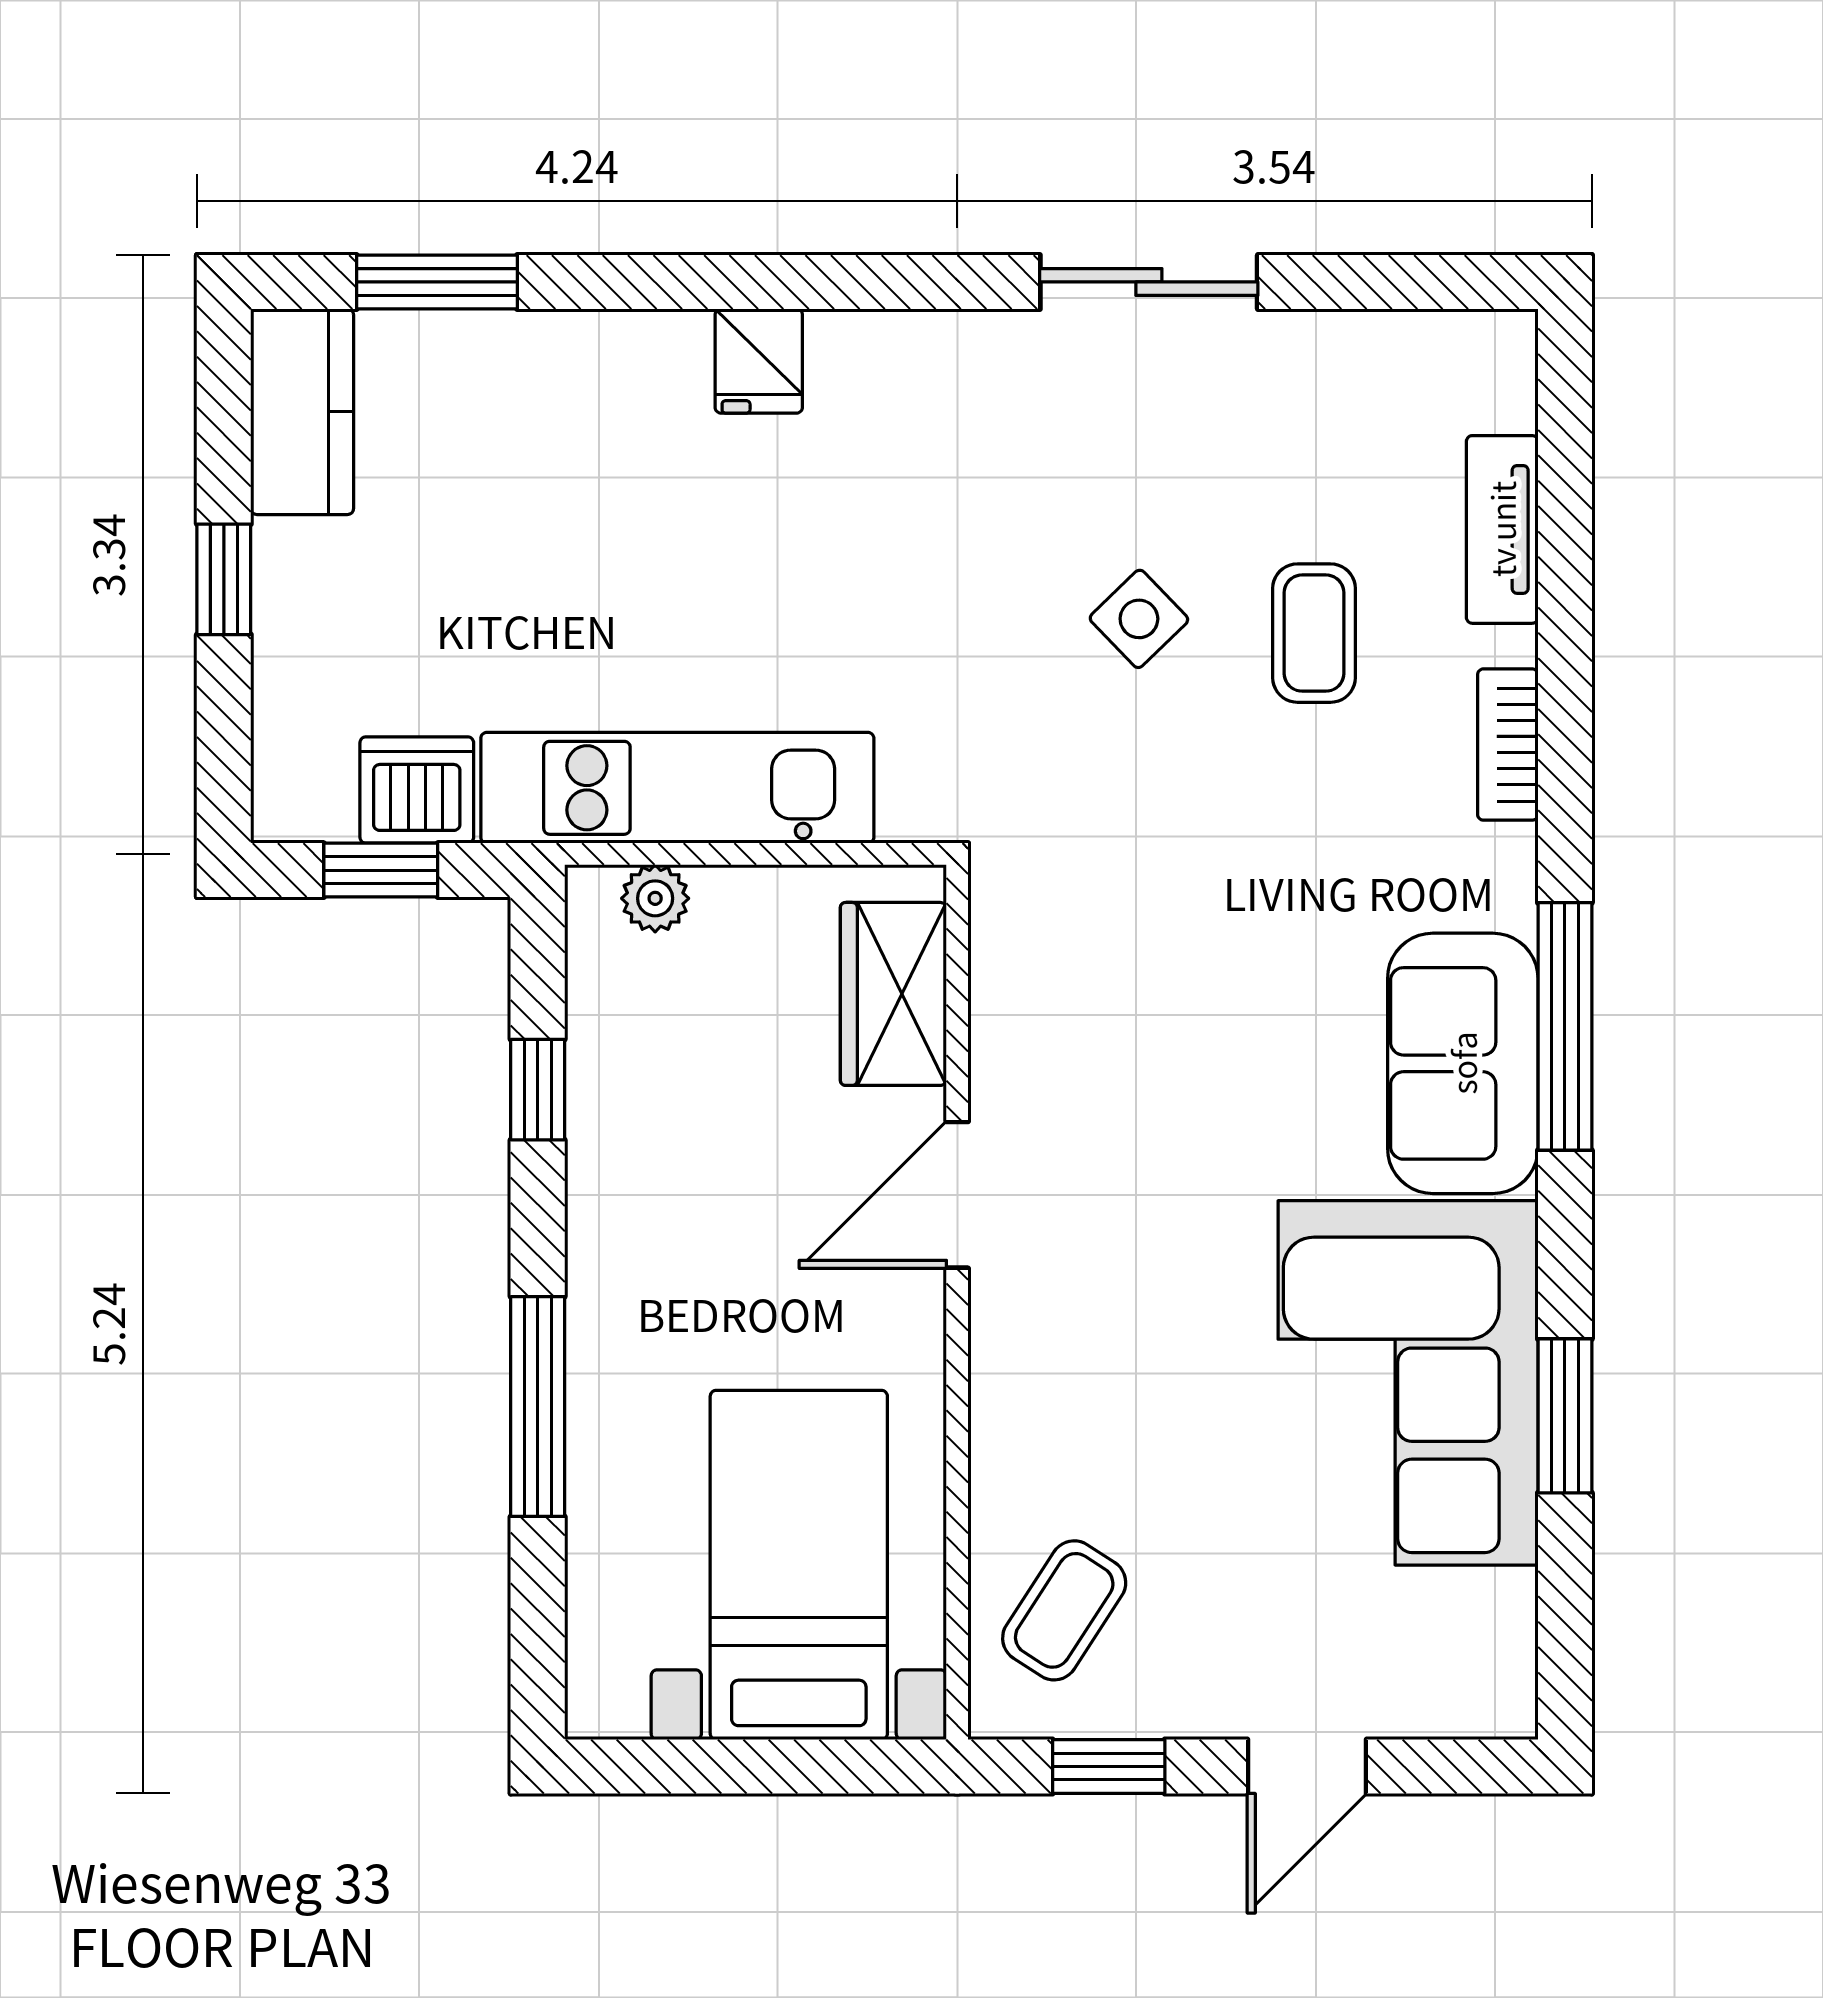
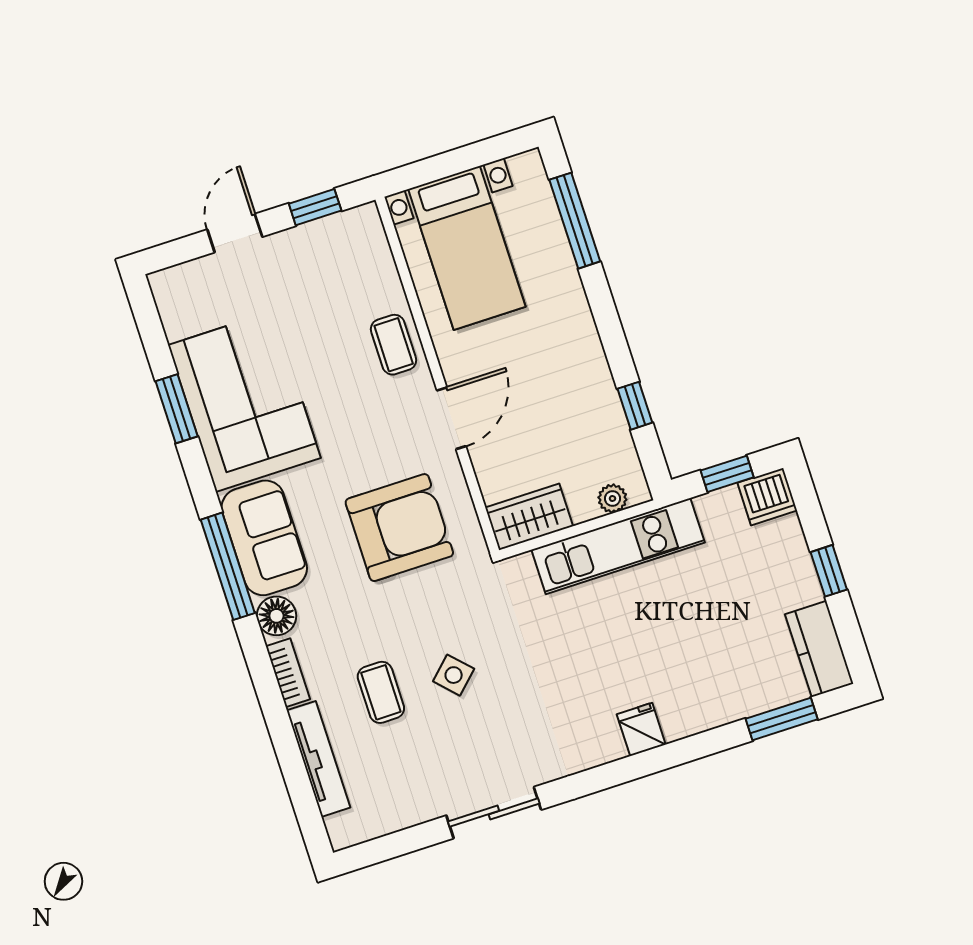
tv unit: (1502, 529) -> (318, 759), width x1.41
dishwasher: (417, 790) -> (767, 497), moved
floor lamp: (1492, 880) -> (276, 616), added
armchair: (1153, 988) -> (399, 528), added
wardrobe: (893, 994) -> (529, 517), moved, turned -90
window: (538, 1407) -> (575, 221), moved
coffee table: (1064, 1610) -> (394, 345), moved, turned -33

